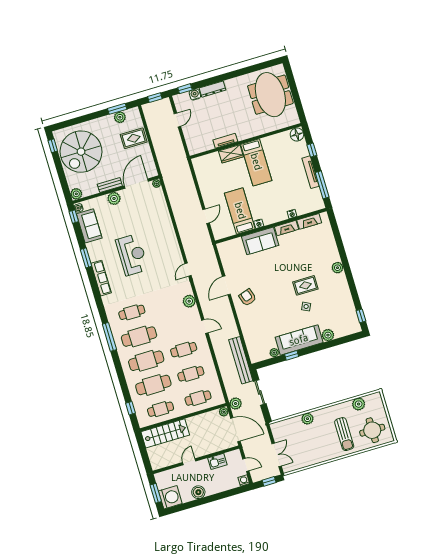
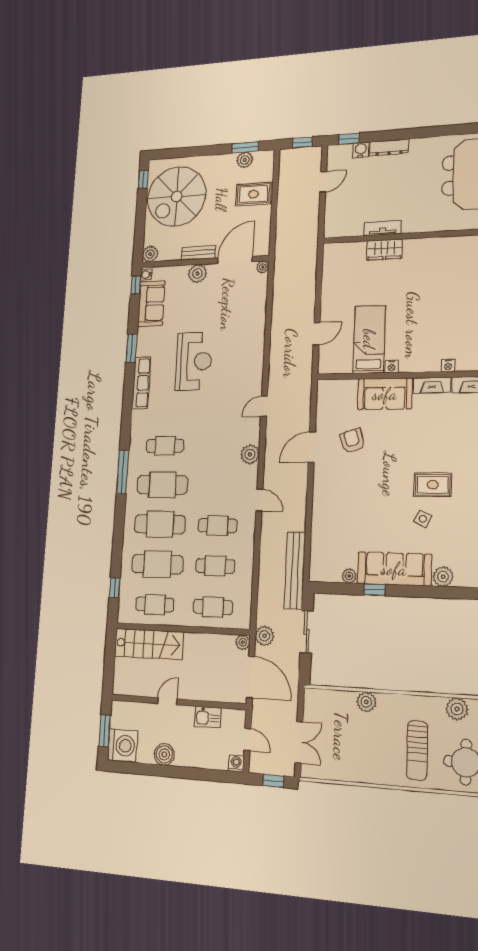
bed: (256, 162) -> (418, 272), removed
armchair: (248, 297) -> (352, 441), moved

